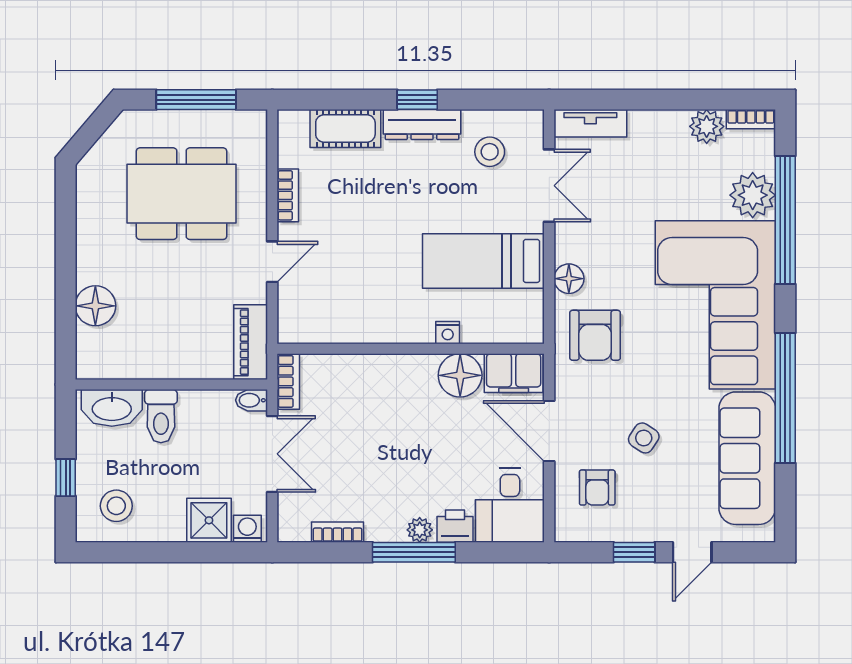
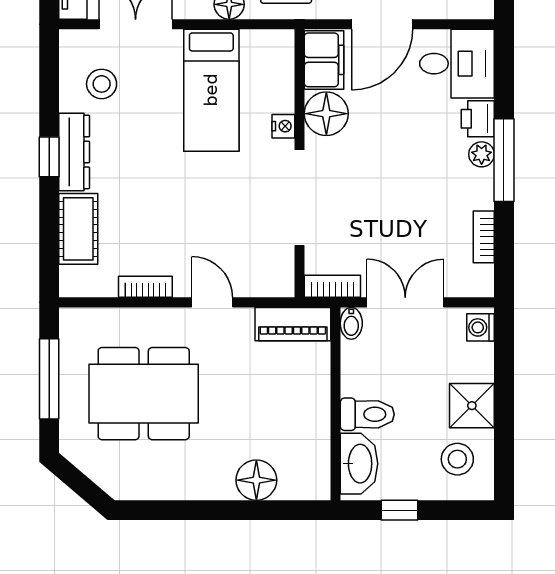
dining table: (181, 194) -> (144, 394), turned 90
doorway: (377, 349) -> (299, 198), added
window: (66, 478) -> (400, 510), moved
shower: (209, 520) -> (472, 406), moved

